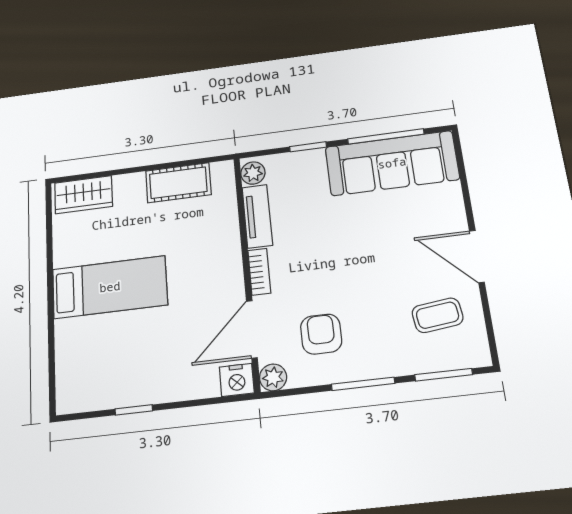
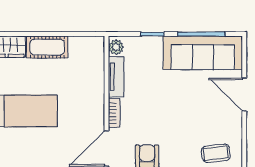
cot: (178, 183) -> (47, 47), moved
door: (477, 256) -> (244, 95), moved

